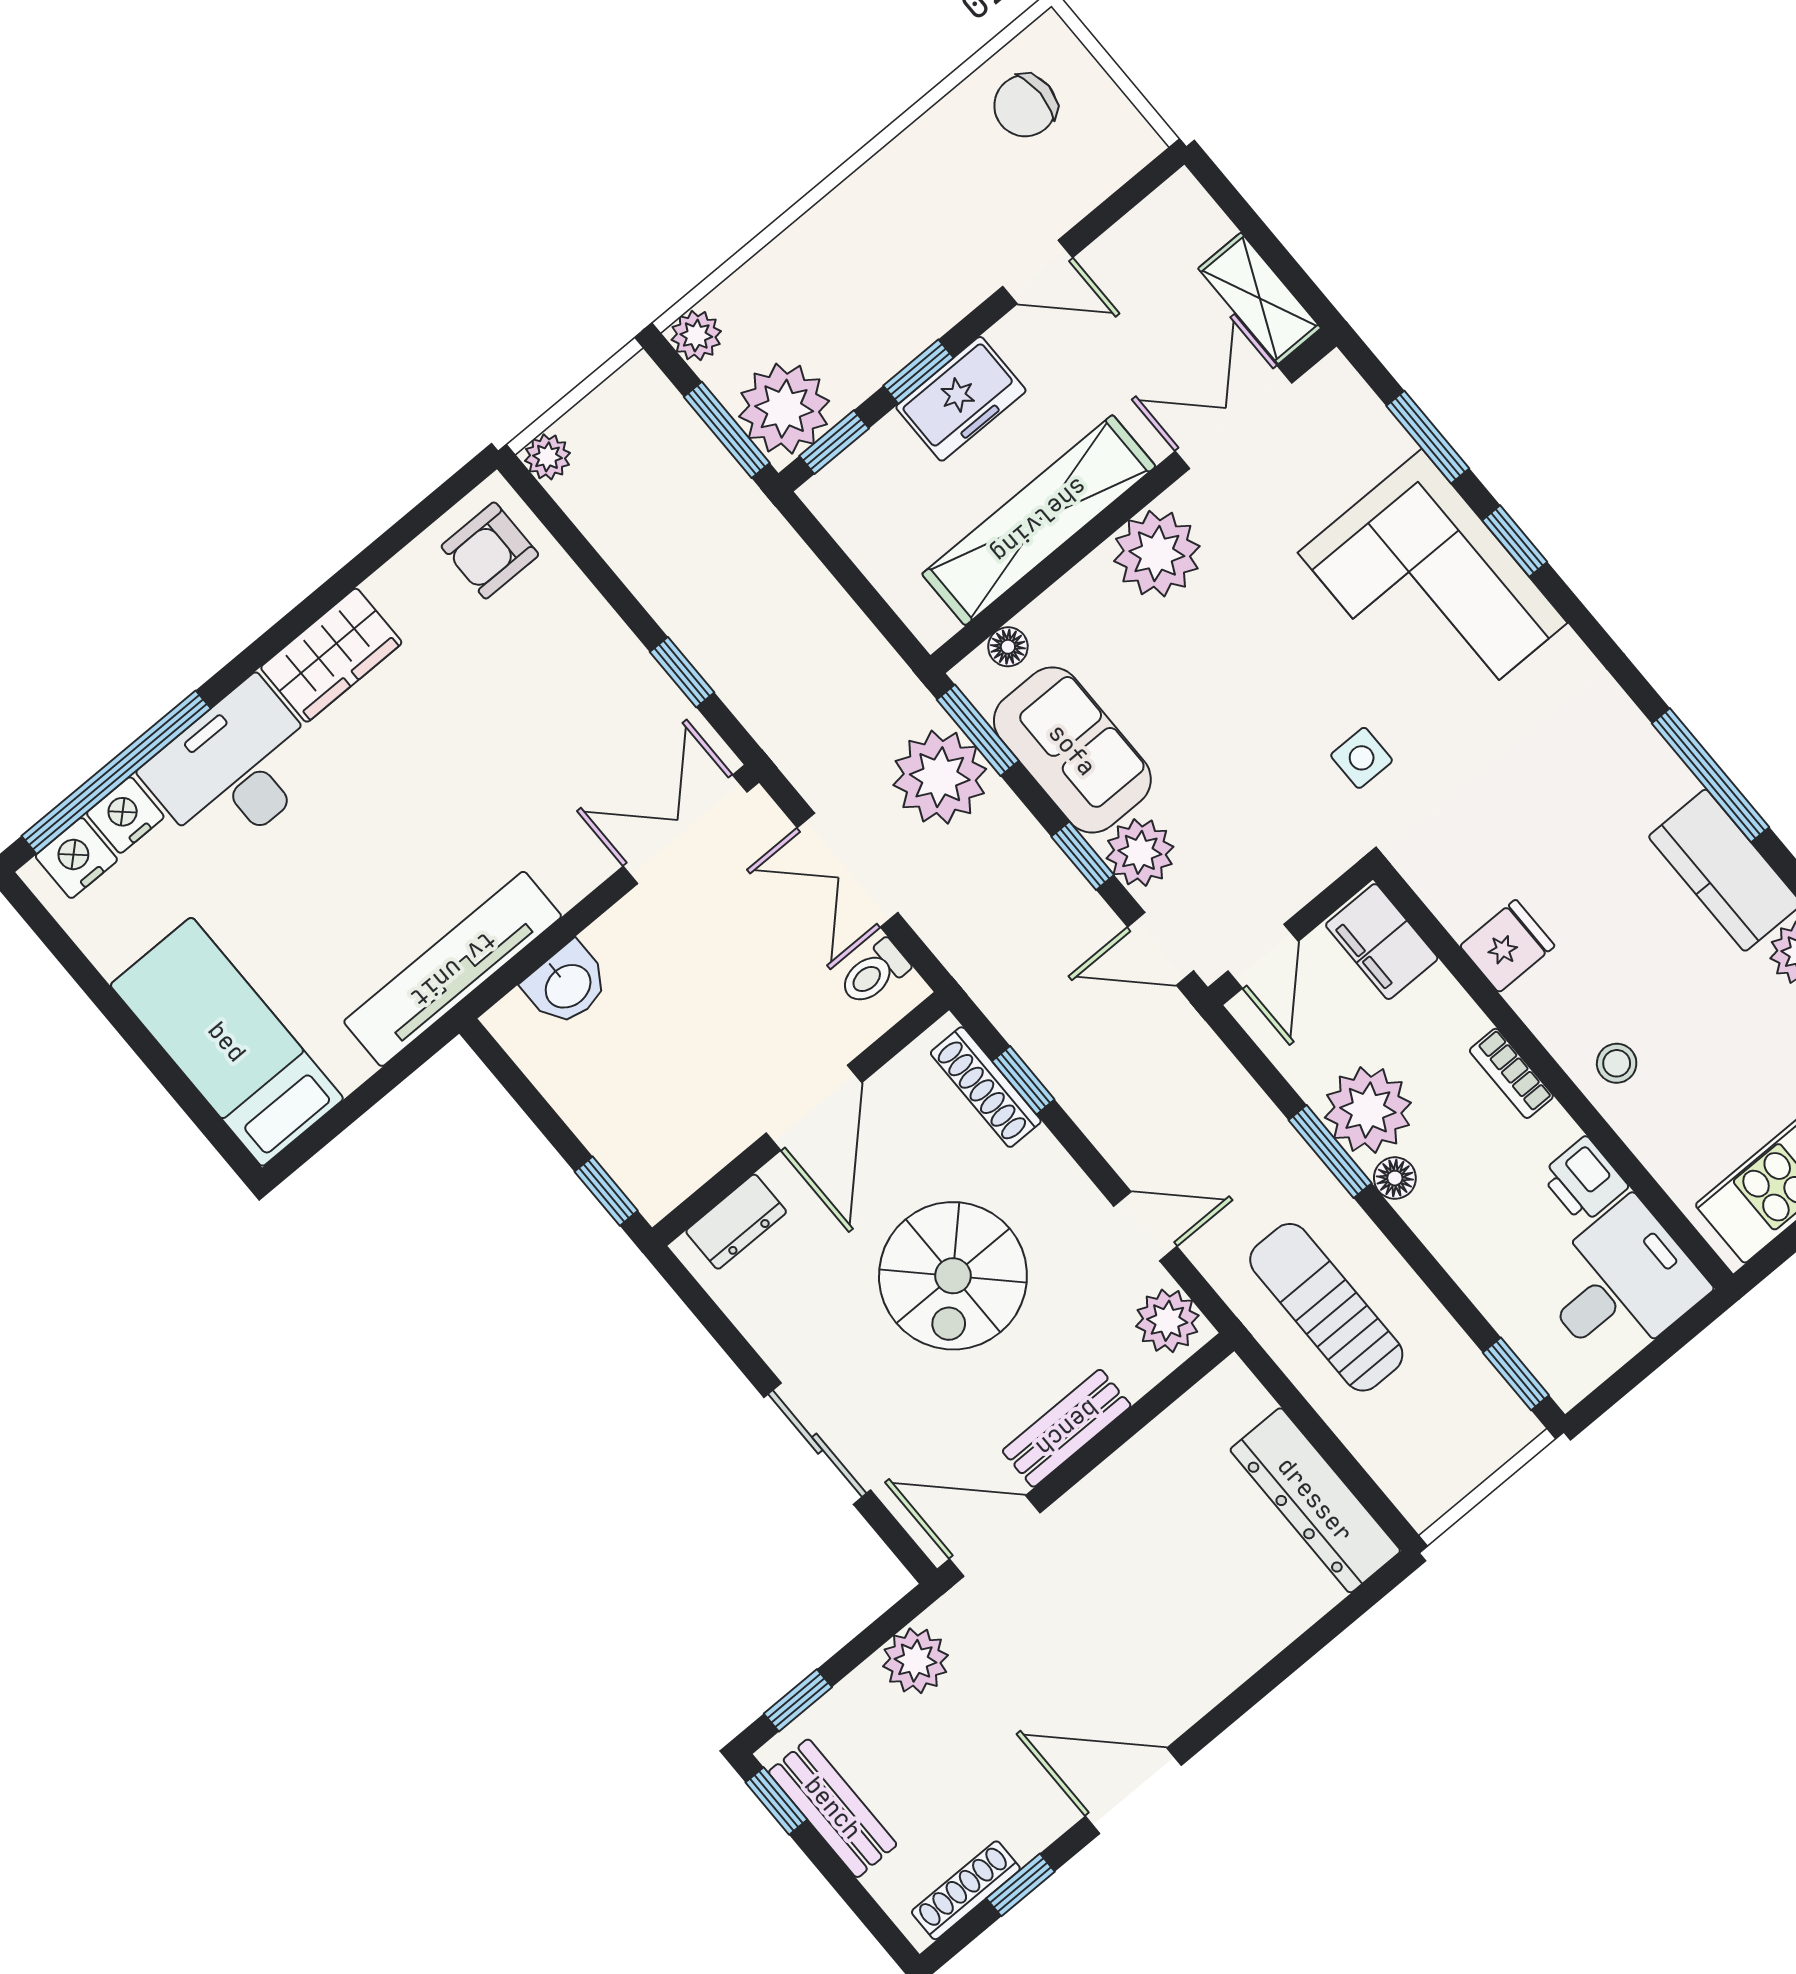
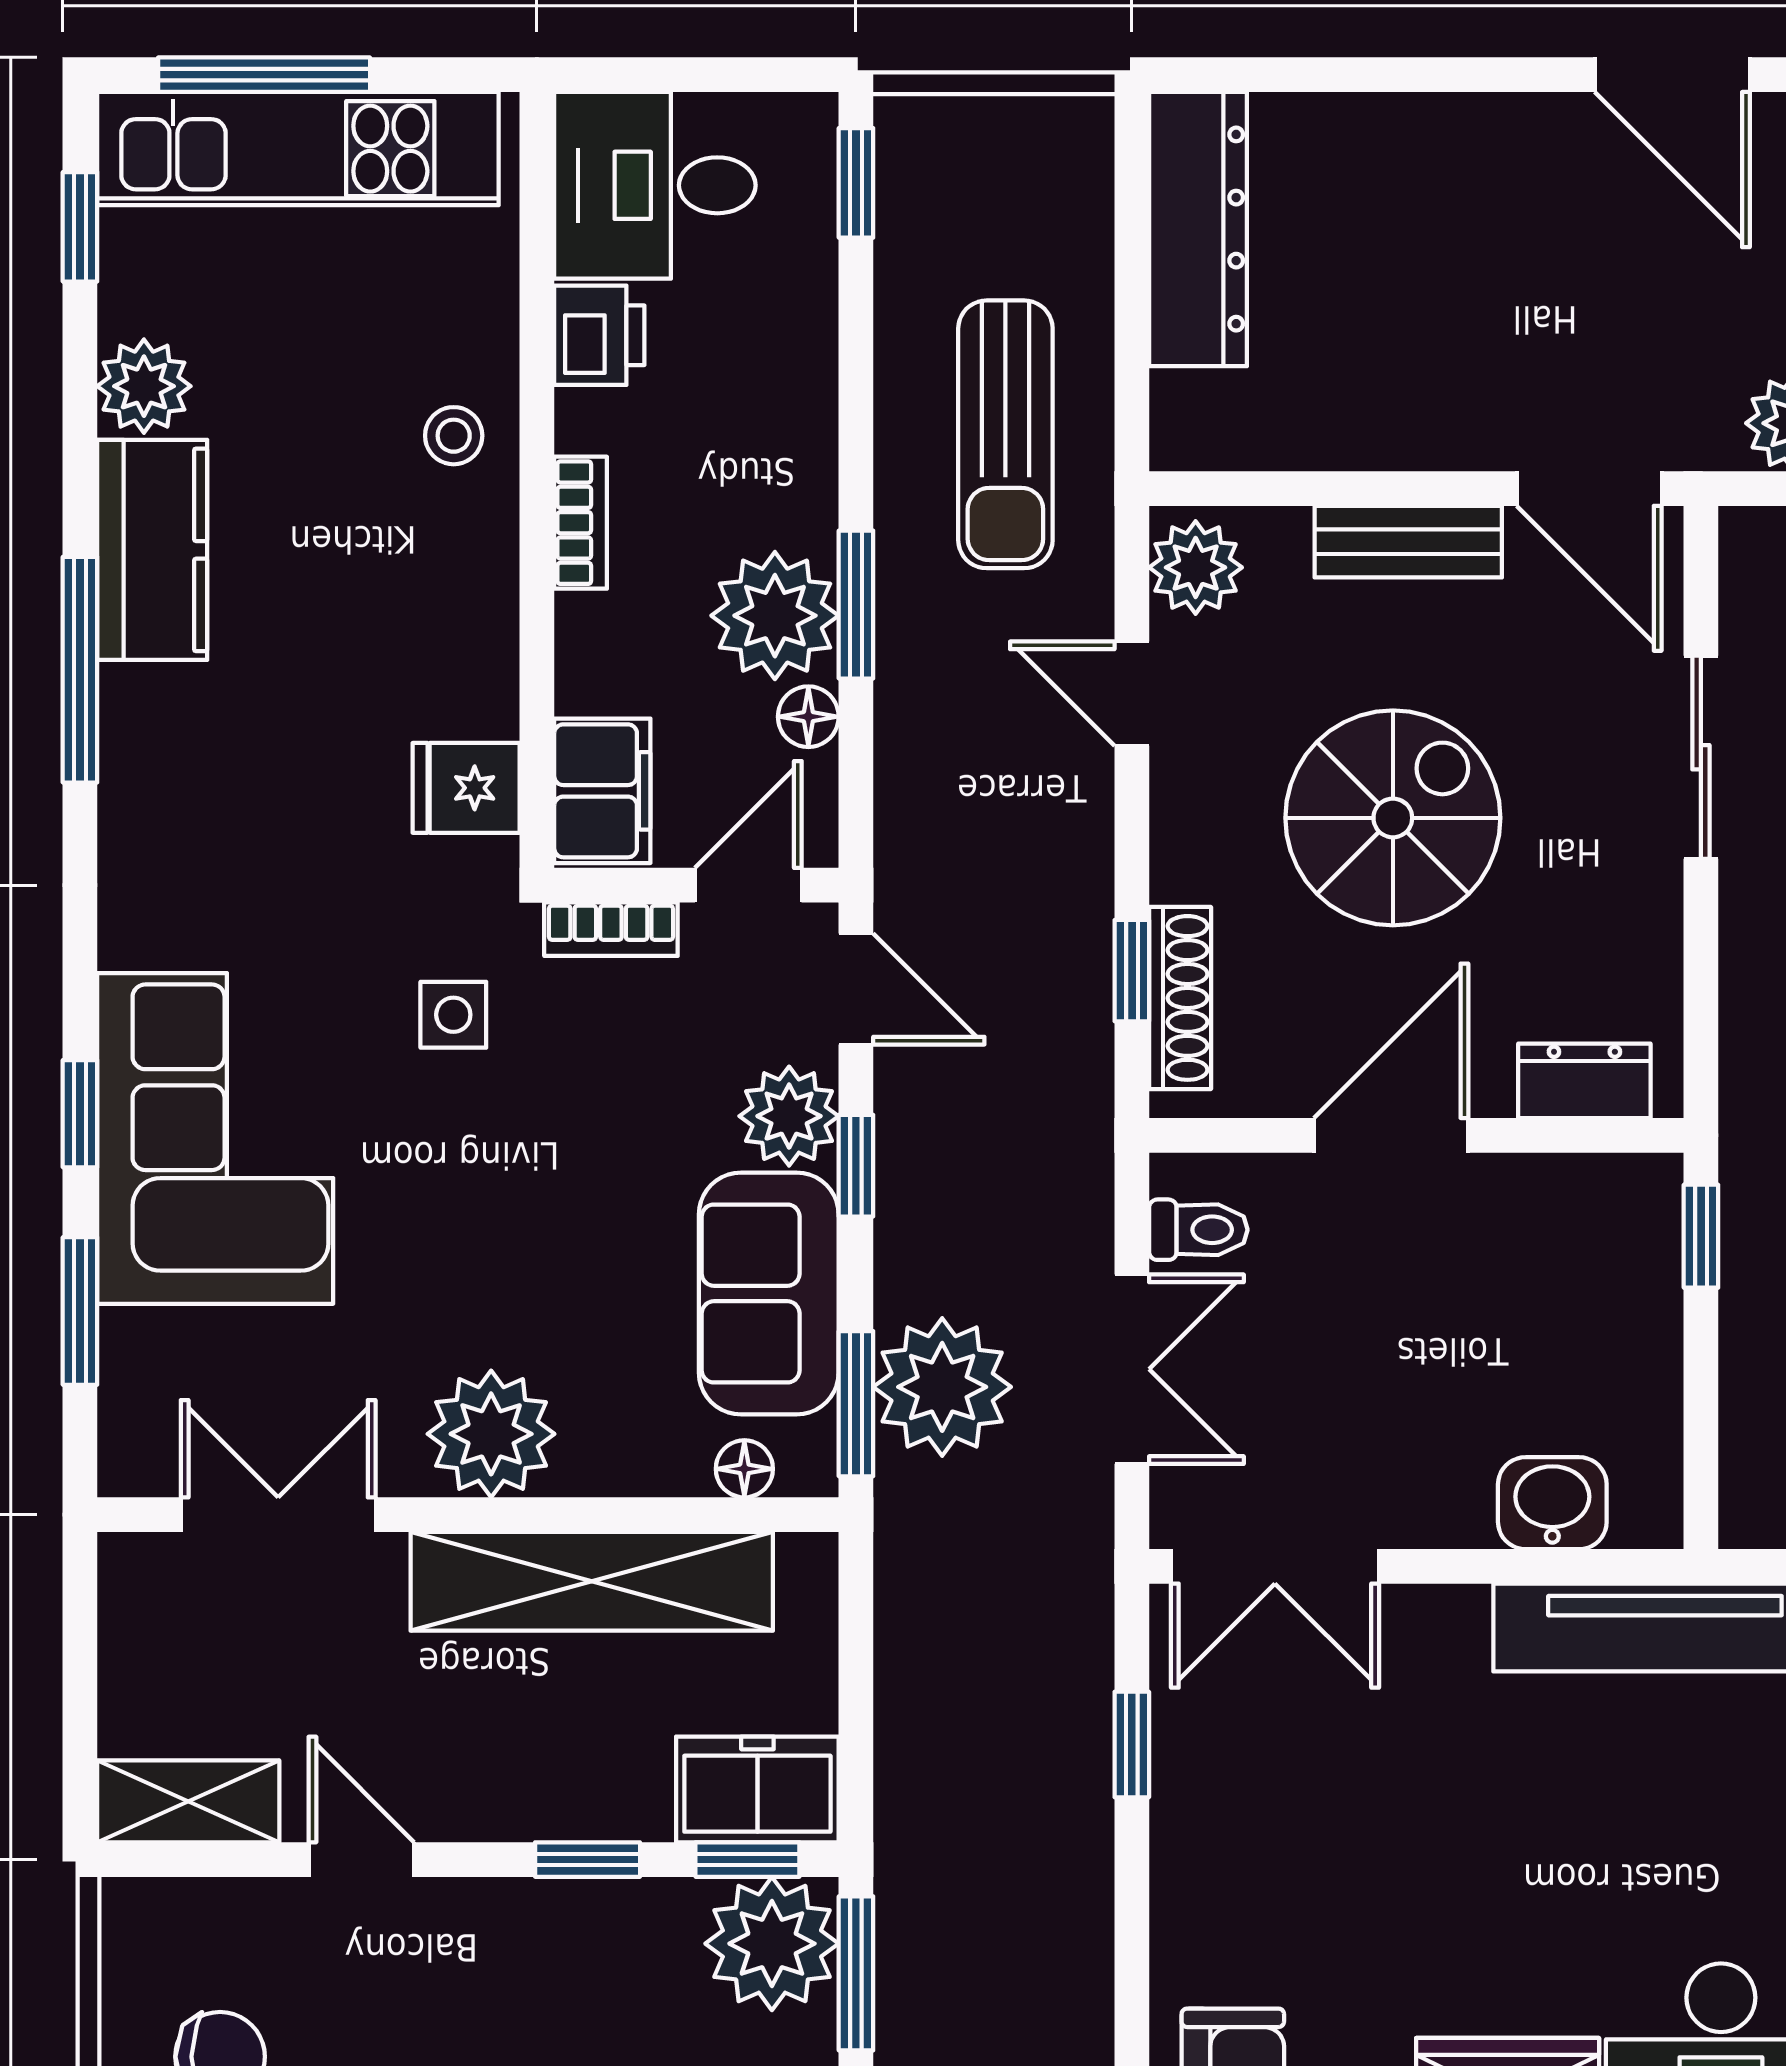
shelving: (1260, 298) -> (188, 1801), moved, turned 90
freezer: (961, 399) -> (757, 1789), moved
double door: (1233, 417) -> (278, 1515), swing flipped
bookcase: (1316, 872) -> (611, 929), added
fridge: (1507, 946) -> (466, 788), moved
floor lamp: (1395, 1178) -> (808, 717), moved

